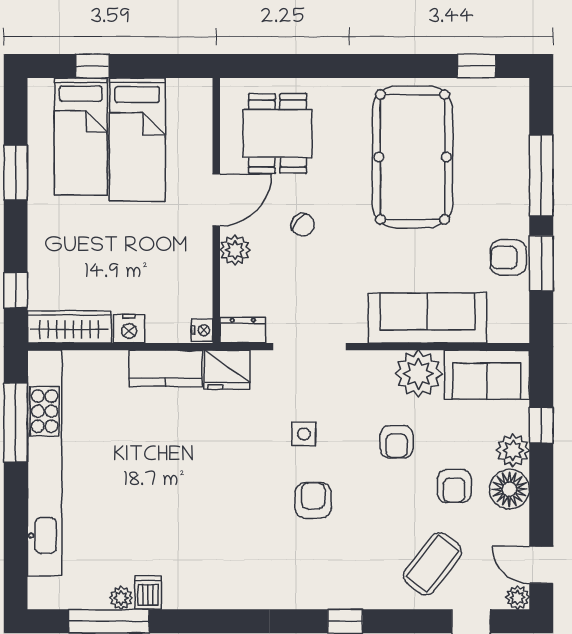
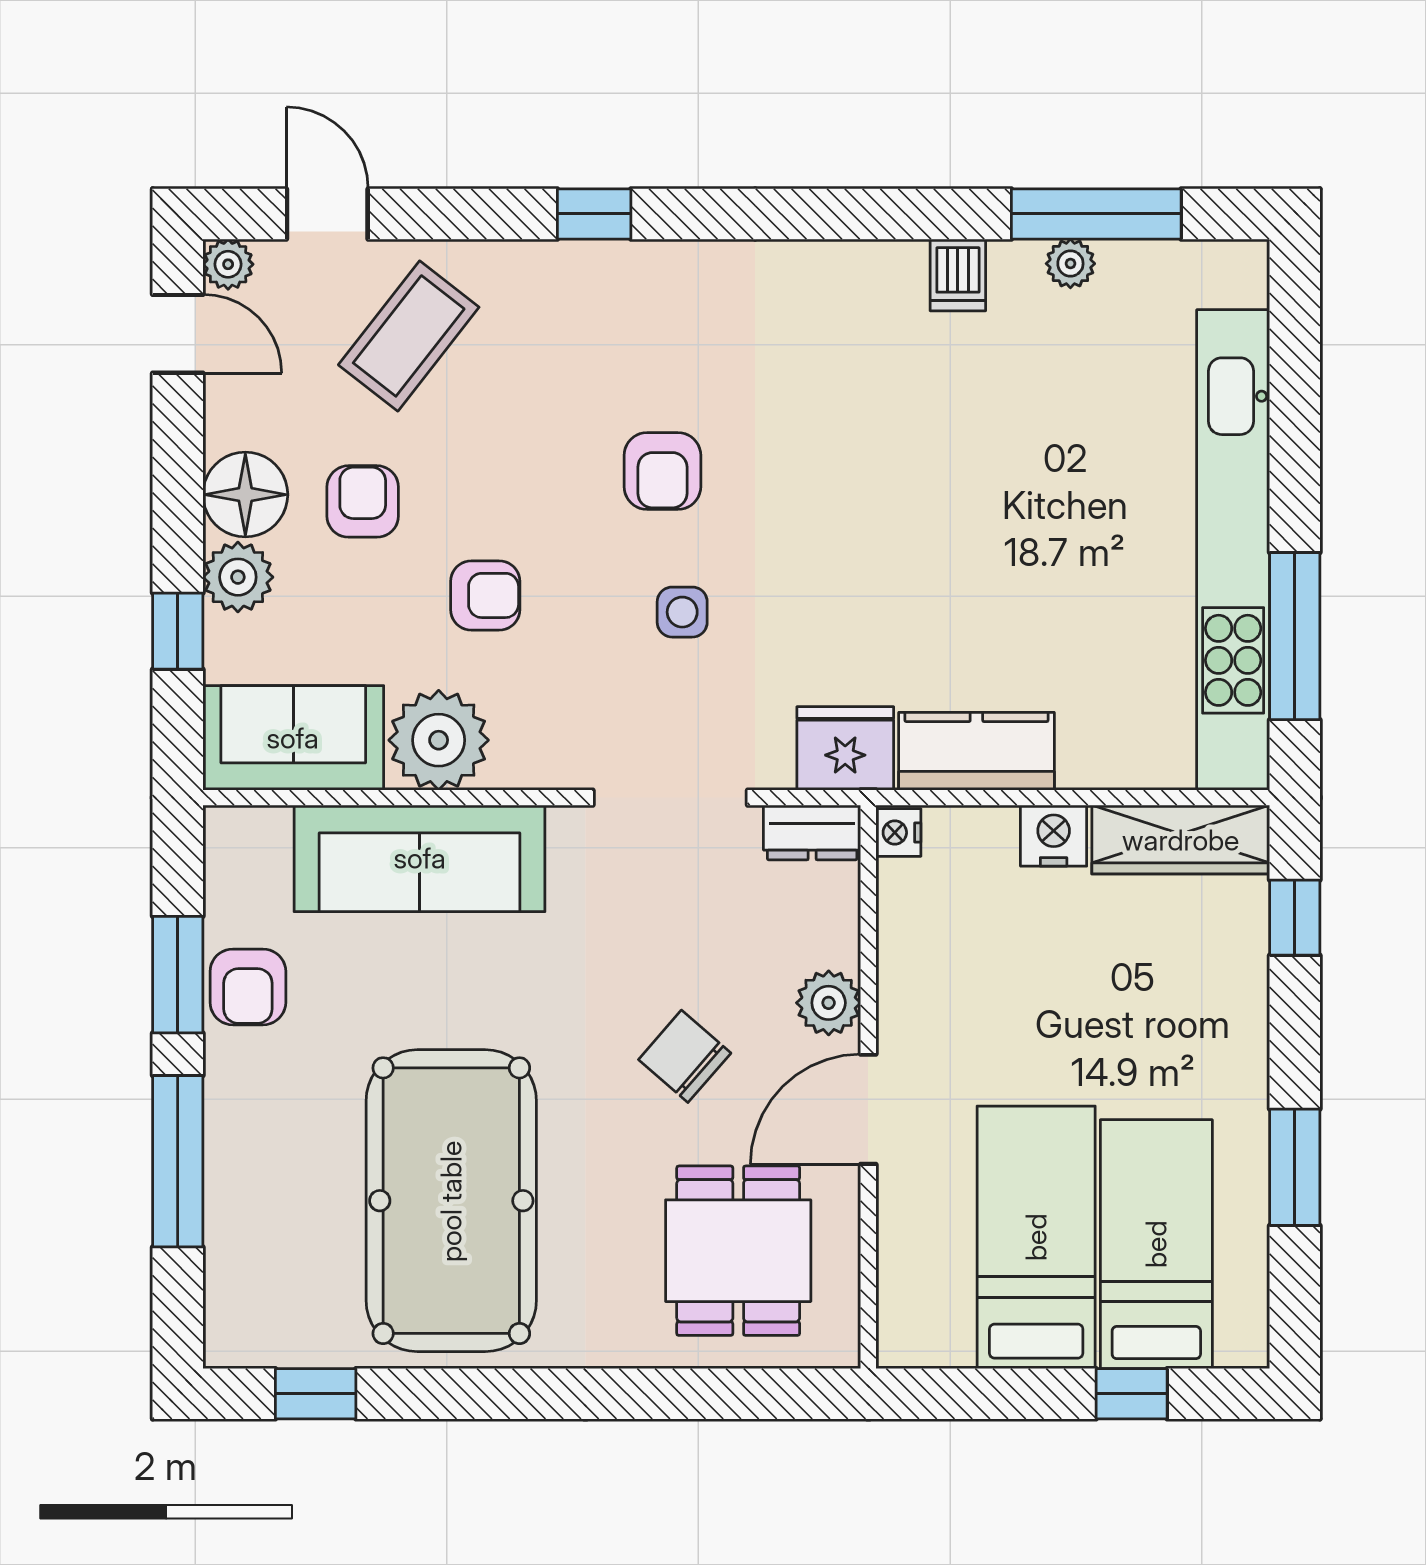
chair: (303, 225) -> (685, 1056), width x1.37, depth x1.37
armchair: (508, 258) -> (248, 987), turned 90
armchair: (397, 442) -> (485, 595), turned 90
dishwasher: (148, 593) -> (958, 275), moved

